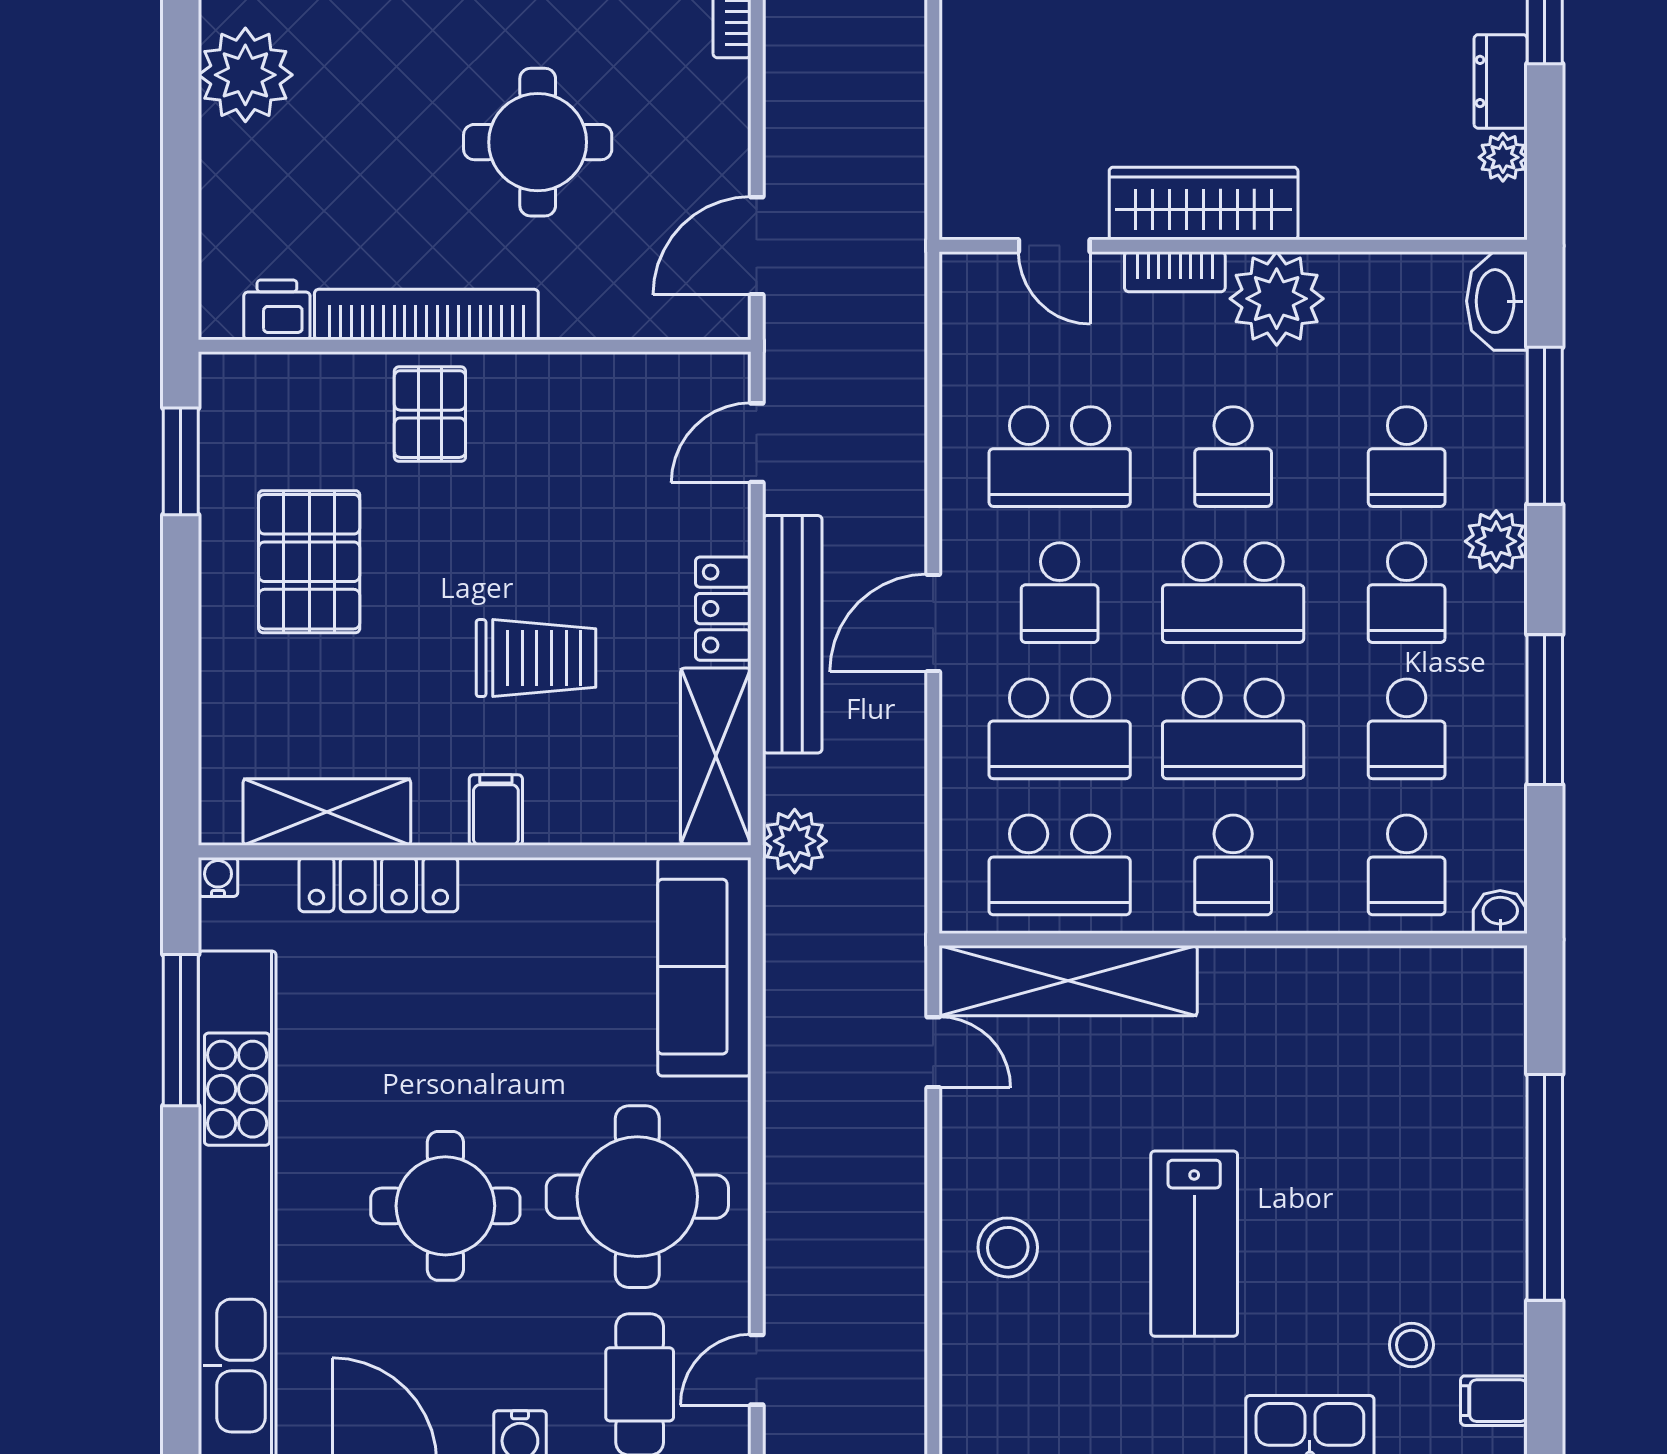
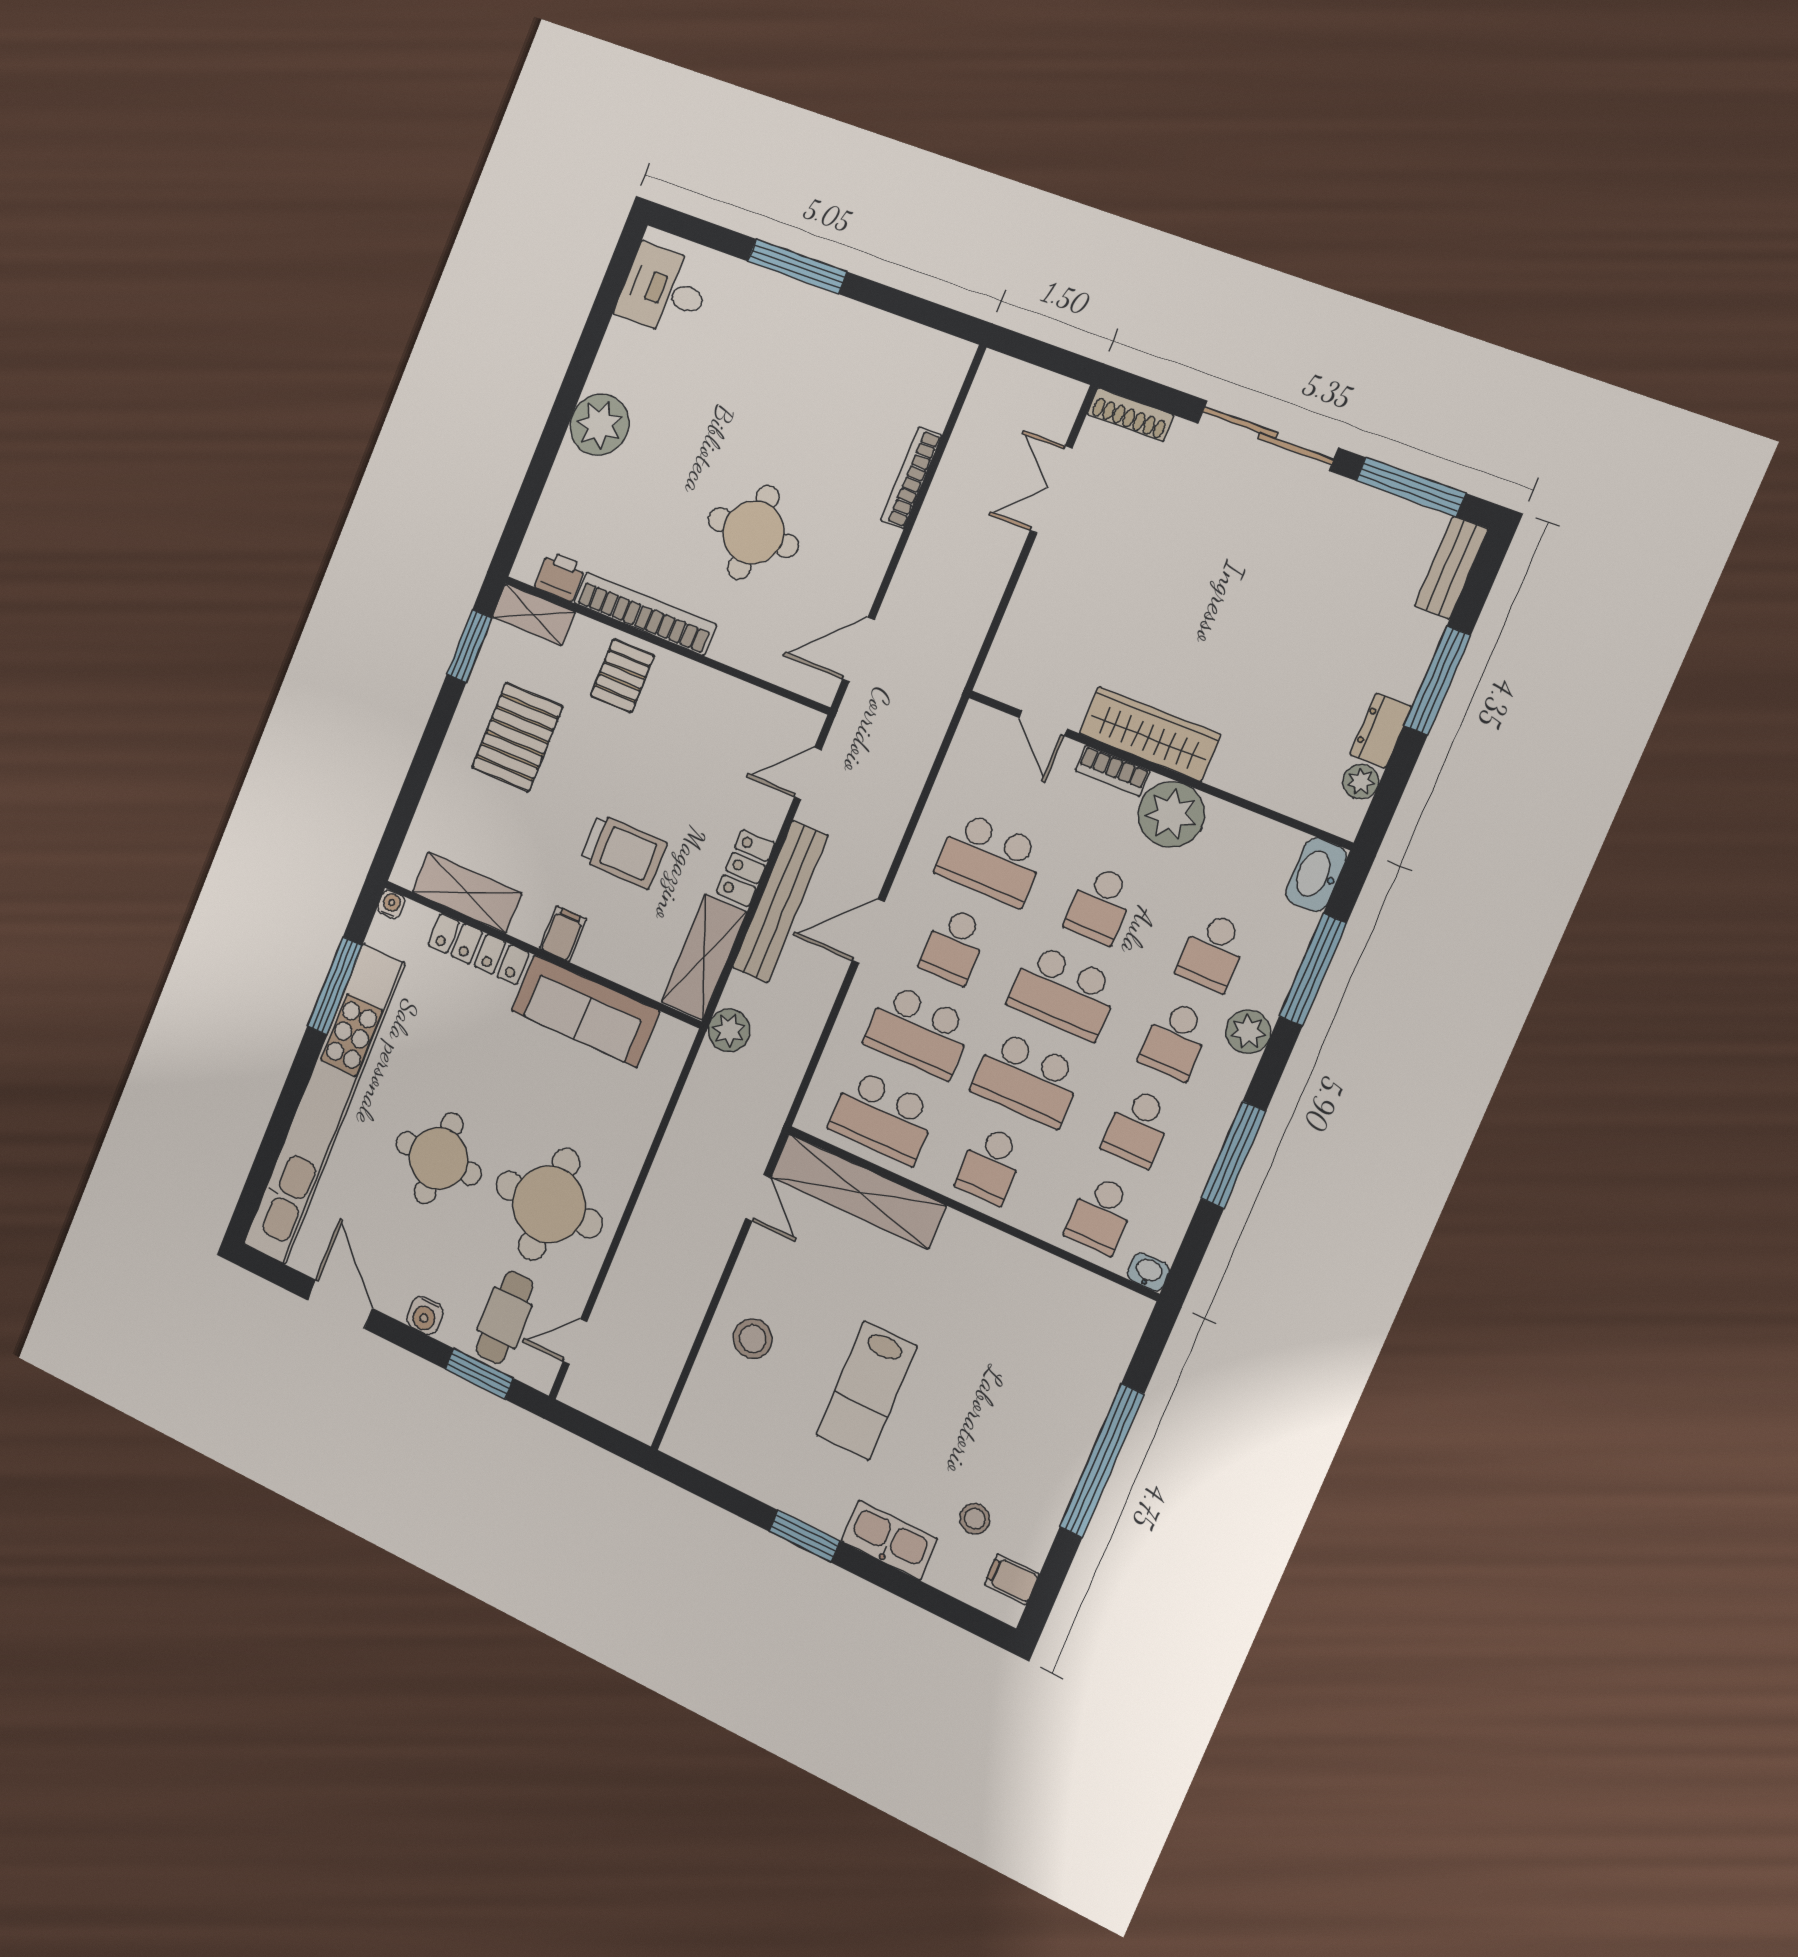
shelving: (260, 379) -> (534, 615), added
sofa: (704, 967) -> (585, 1011), moved, turned -90

